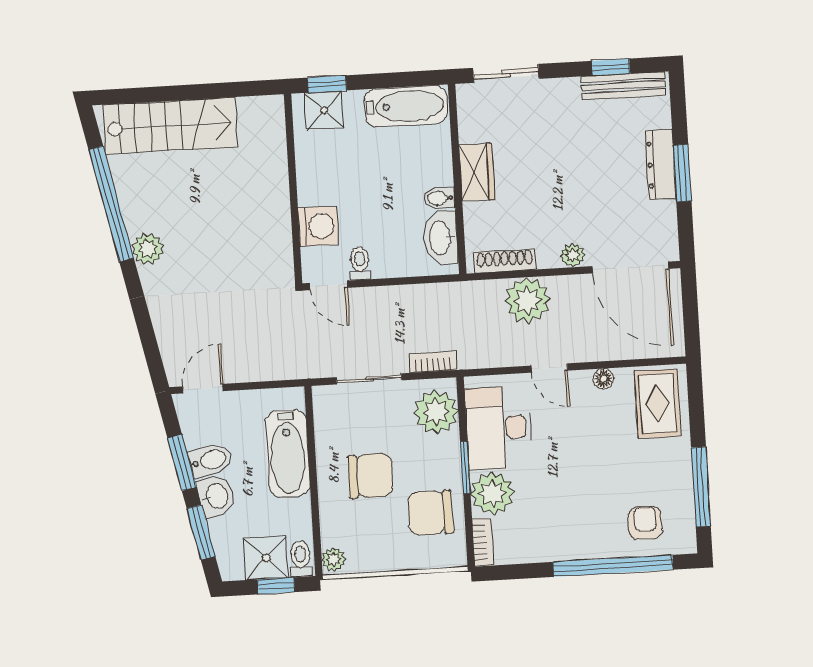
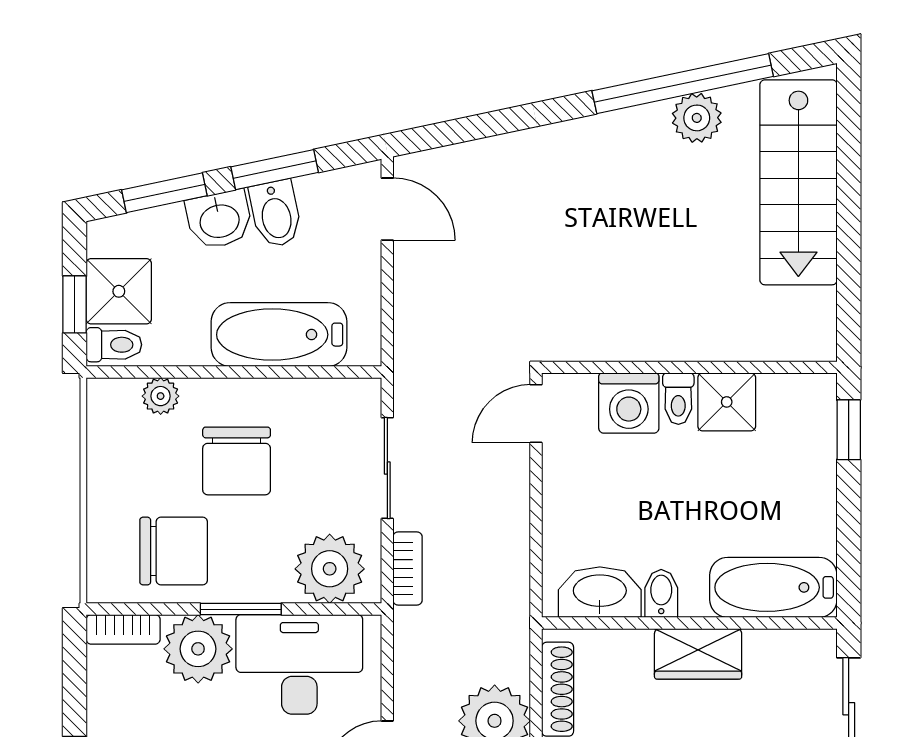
bathtub: (406, 106) -> (773, 587), moved, turned 90
shower: (324, 110) -> (727, 402), moved
plant: (148, 249) -> (697, 118), moved
toilet: (360, 263) -> (678, 399), moved, turned 90
chair: (431, 513) -> (174, 551), turned 90
plant: (334, 559) -> (161, 396), moved

